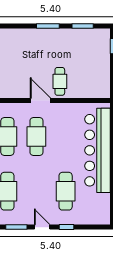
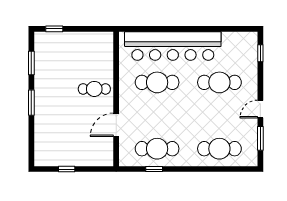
door: (40, 101) -> (116, 125), moved
cafe table: (36, 136) -> (157, 82), moved
window: (67, 227) -> (260, 53), moved

